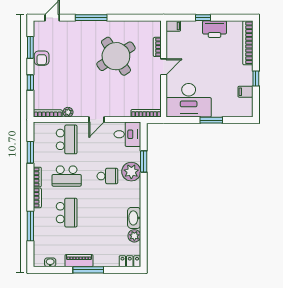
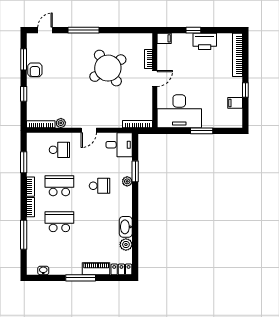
school desk: (67, 139) -> (59, 150), width x0.54
plant: (131, 172) -> (127, 181), width x0.53, depth x0.53
school desk: (67, 176) -> (59, 186), turned 180
school desk: (67, 213) -> (59, 222), turned -90
piano: (79, 261) -> (96, 269), moved

